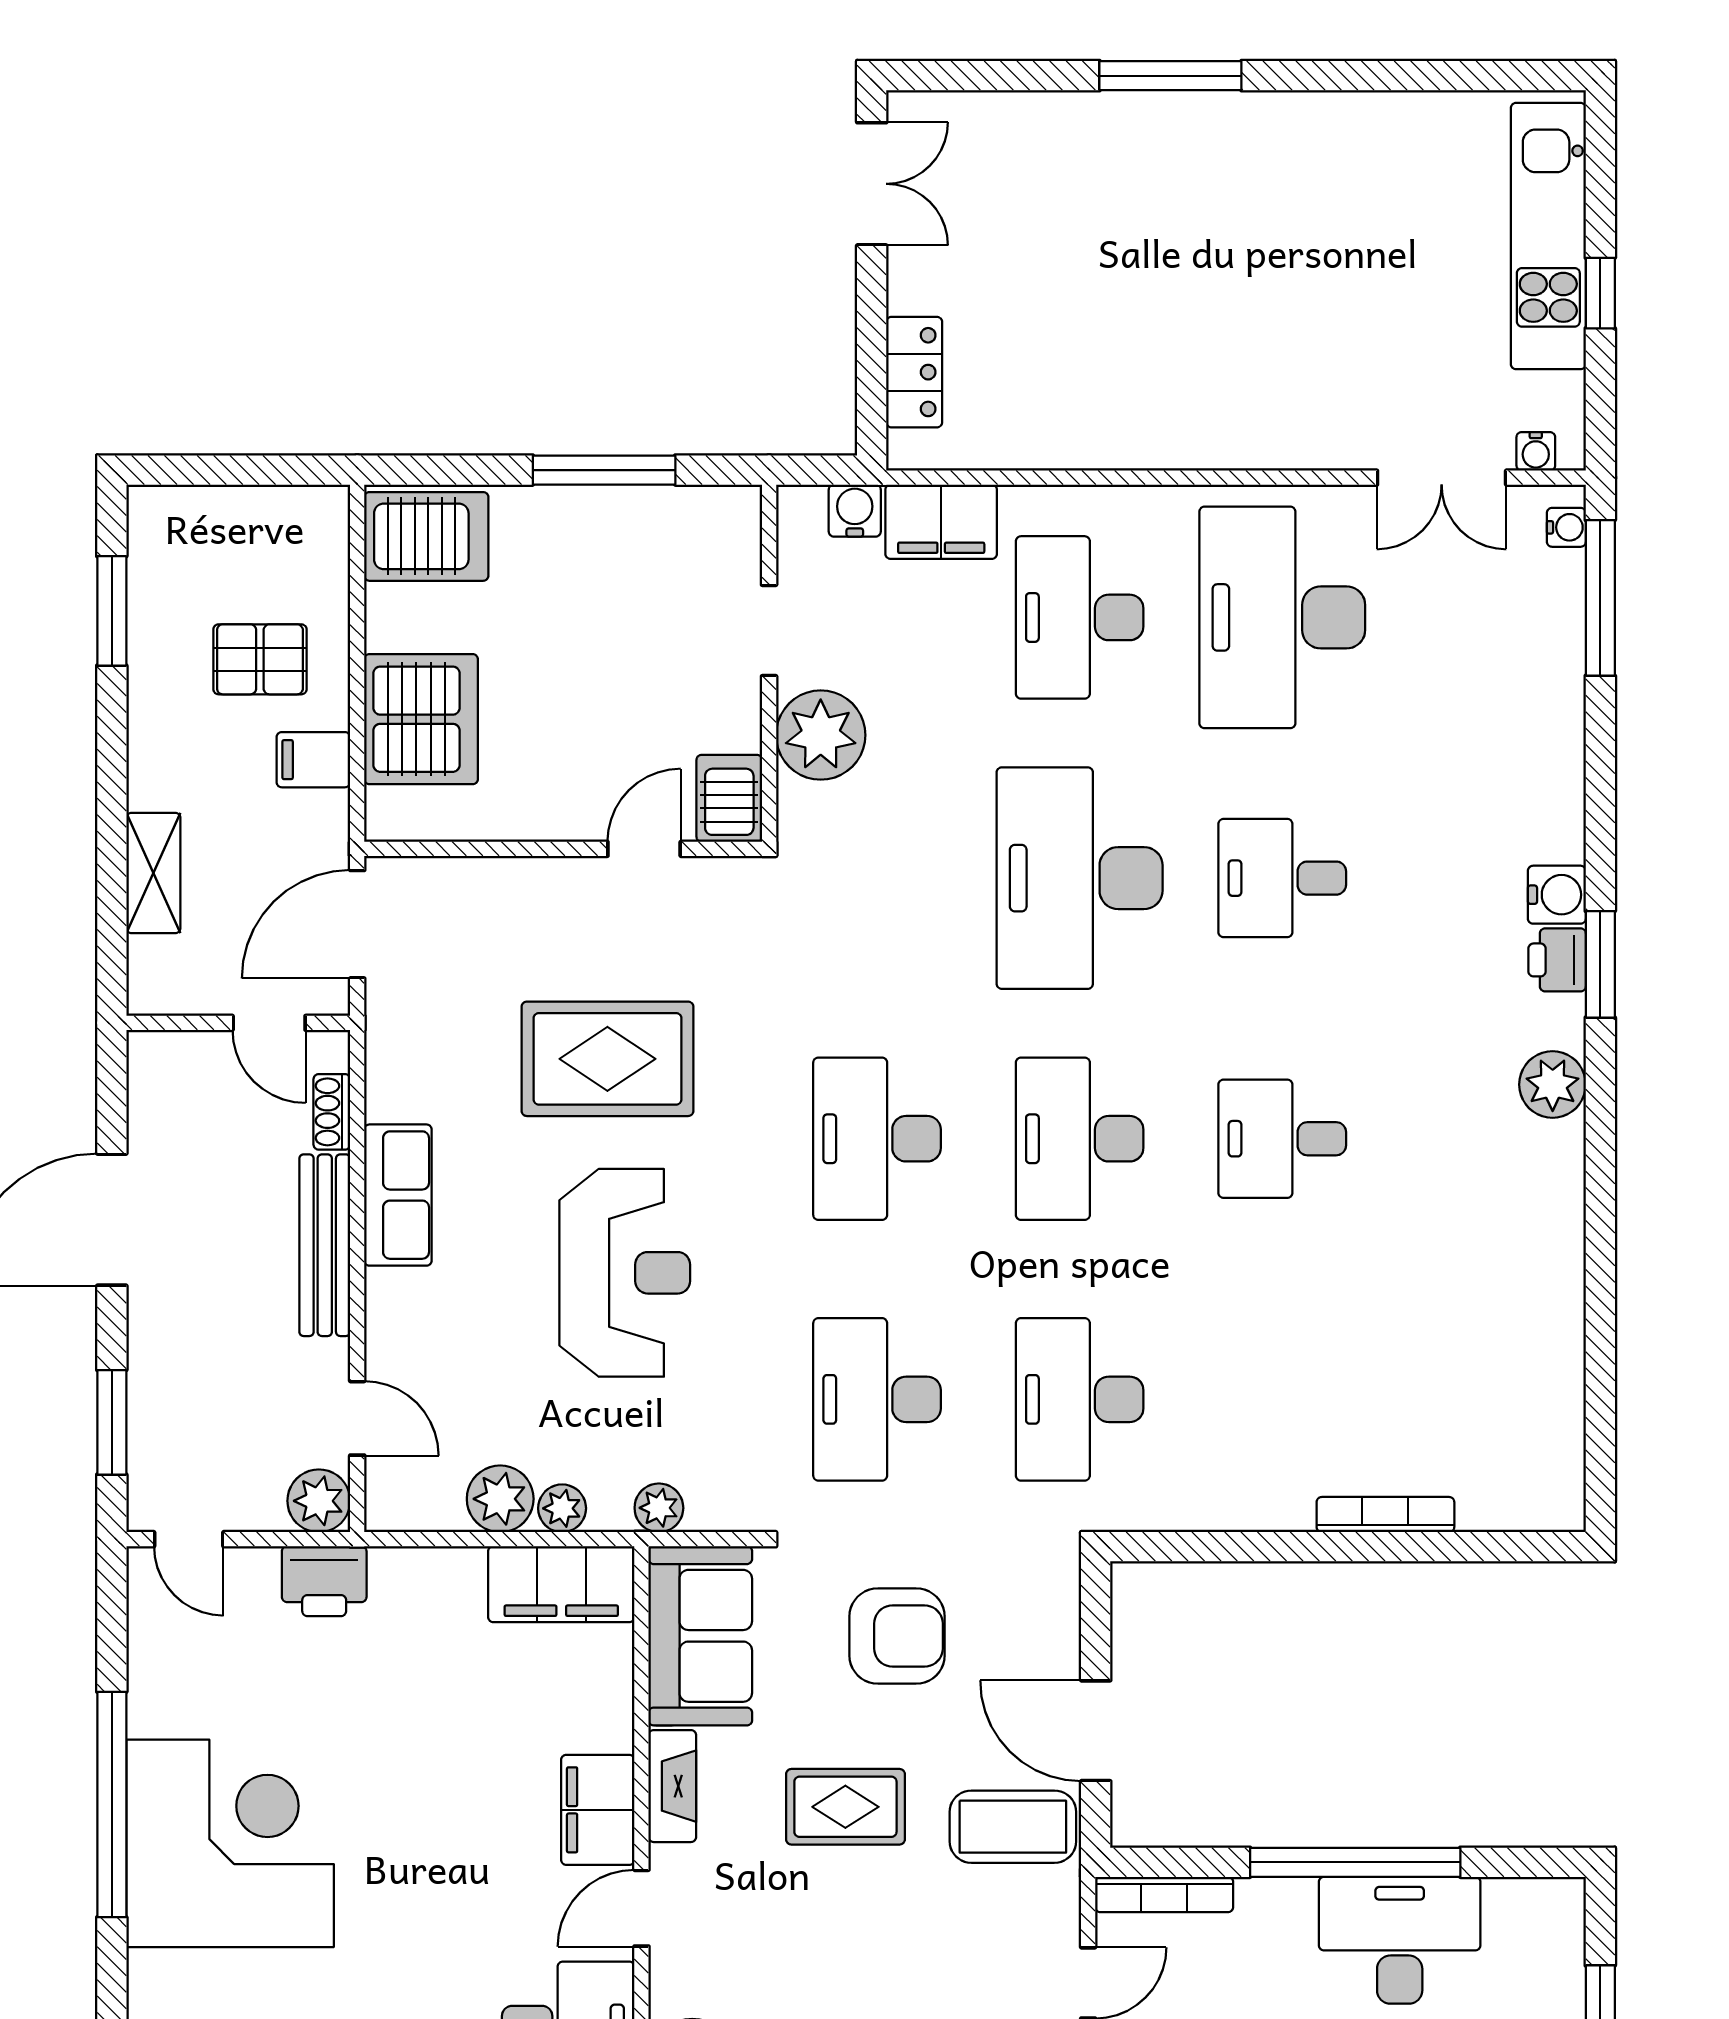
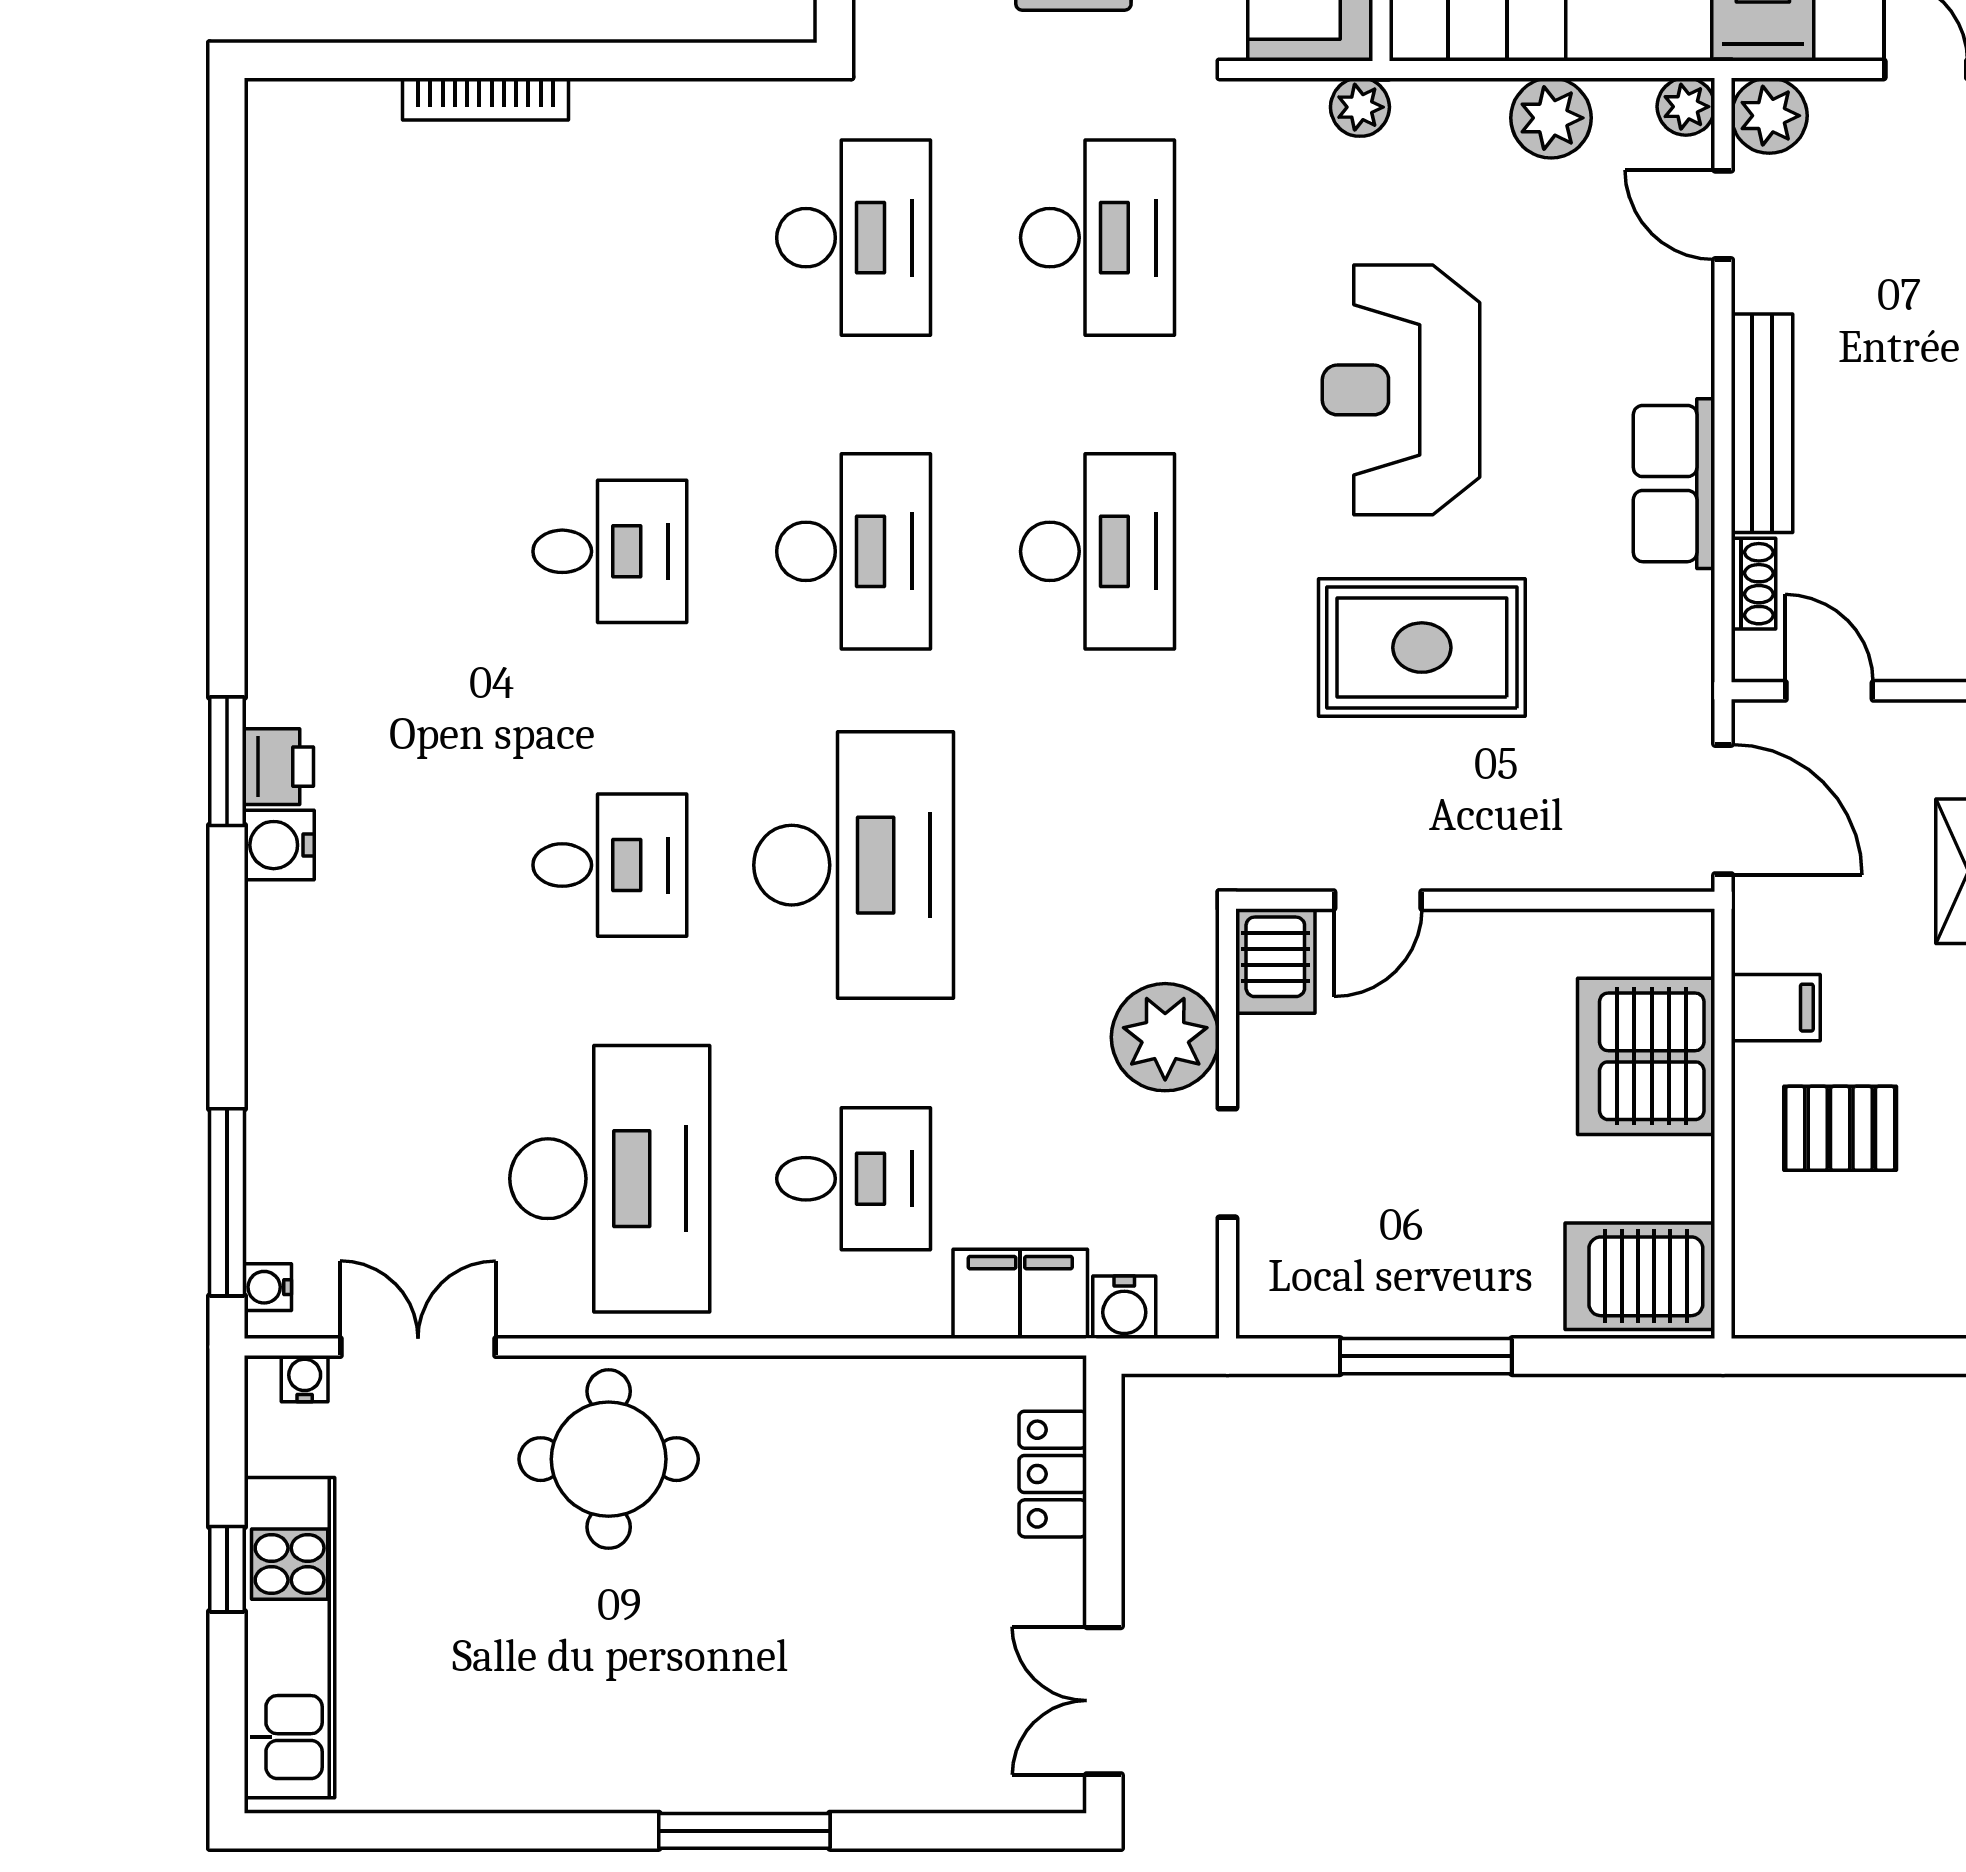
round table: (1283, 384) -> (609, 1459), added
desk: (1080, 617) -> (854, 1179), width x0.73
door: (357, 924) -> (1723, 810), hinge flipped
plant: (1553, 1085) -> (284, 617), removed
plant: (562, 1508) -> (1686, 107), moved

